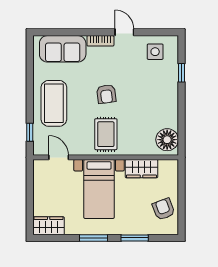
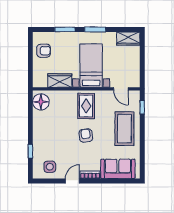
door: (124, 32) -> (72, 181), swing flipped
armchair: (164, 209) -> (44, 51), turned -69

